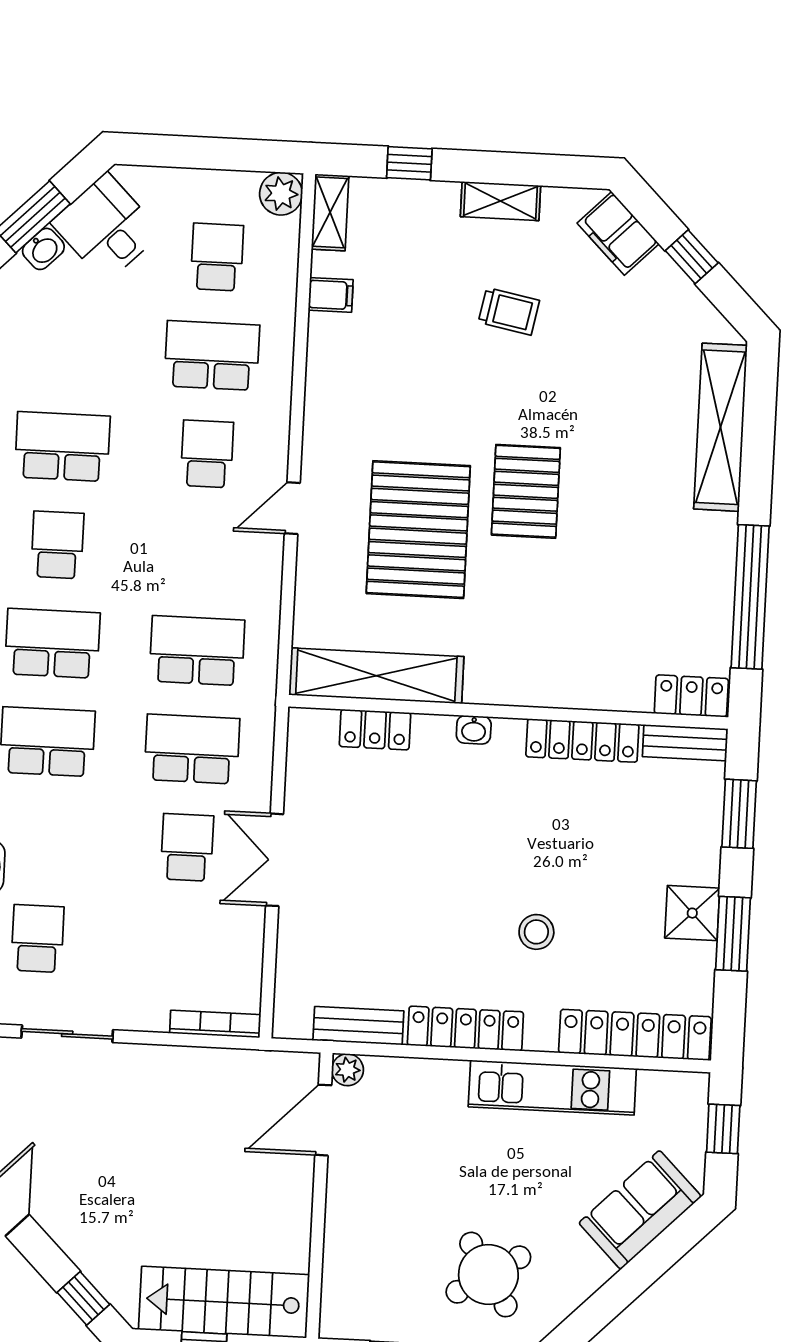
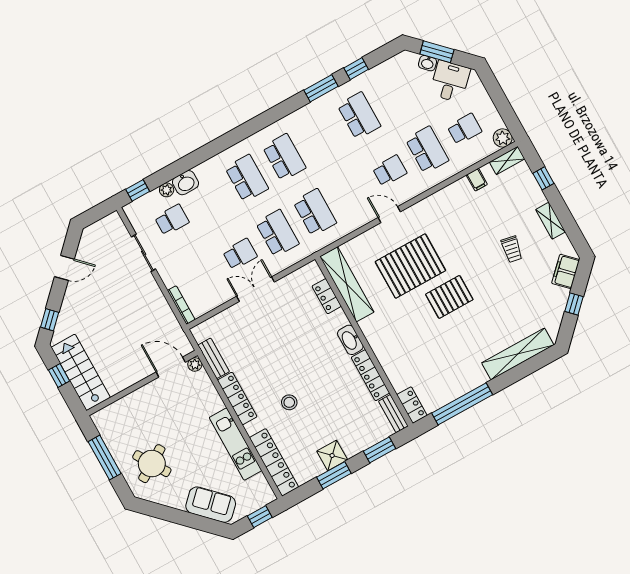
school desk: (57, 545) -> (322, 136), removed
washbasin: (474, 730) -> (350, 340), width x1.91, depth x1.45

